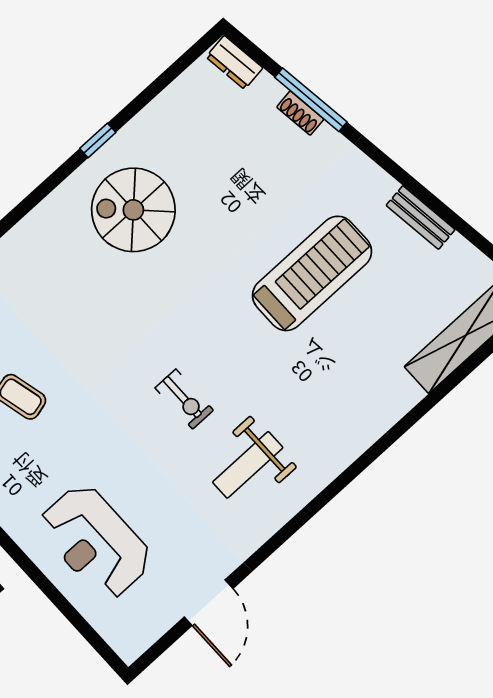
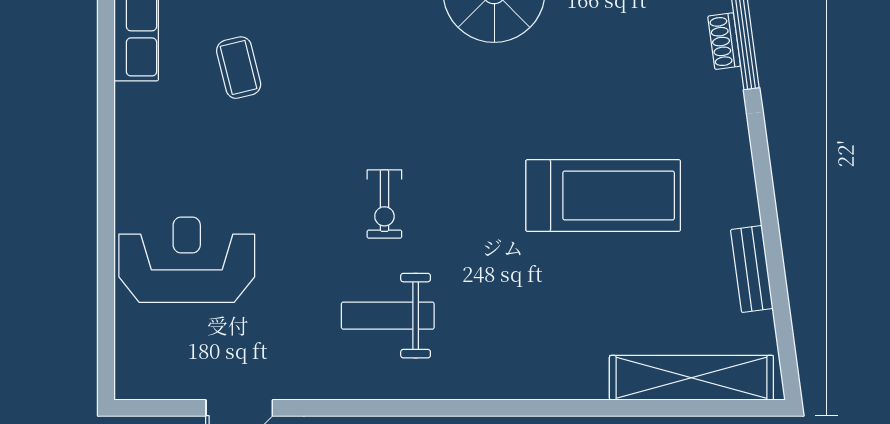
bench: (421, 217) -> (752, 269), moved
reception desk: (95, 542) -> (187, 260), turned 90

